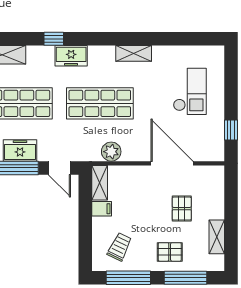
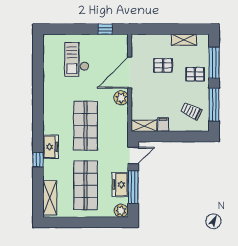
shelving: (134, 53) -> (49, 101), removed
checkout: (190, 91) -> (77, 59), turned -90
plant: (111, 152) -> (121, 98), moved
pallet: (170, 252) -> (195, 74), turned 90

